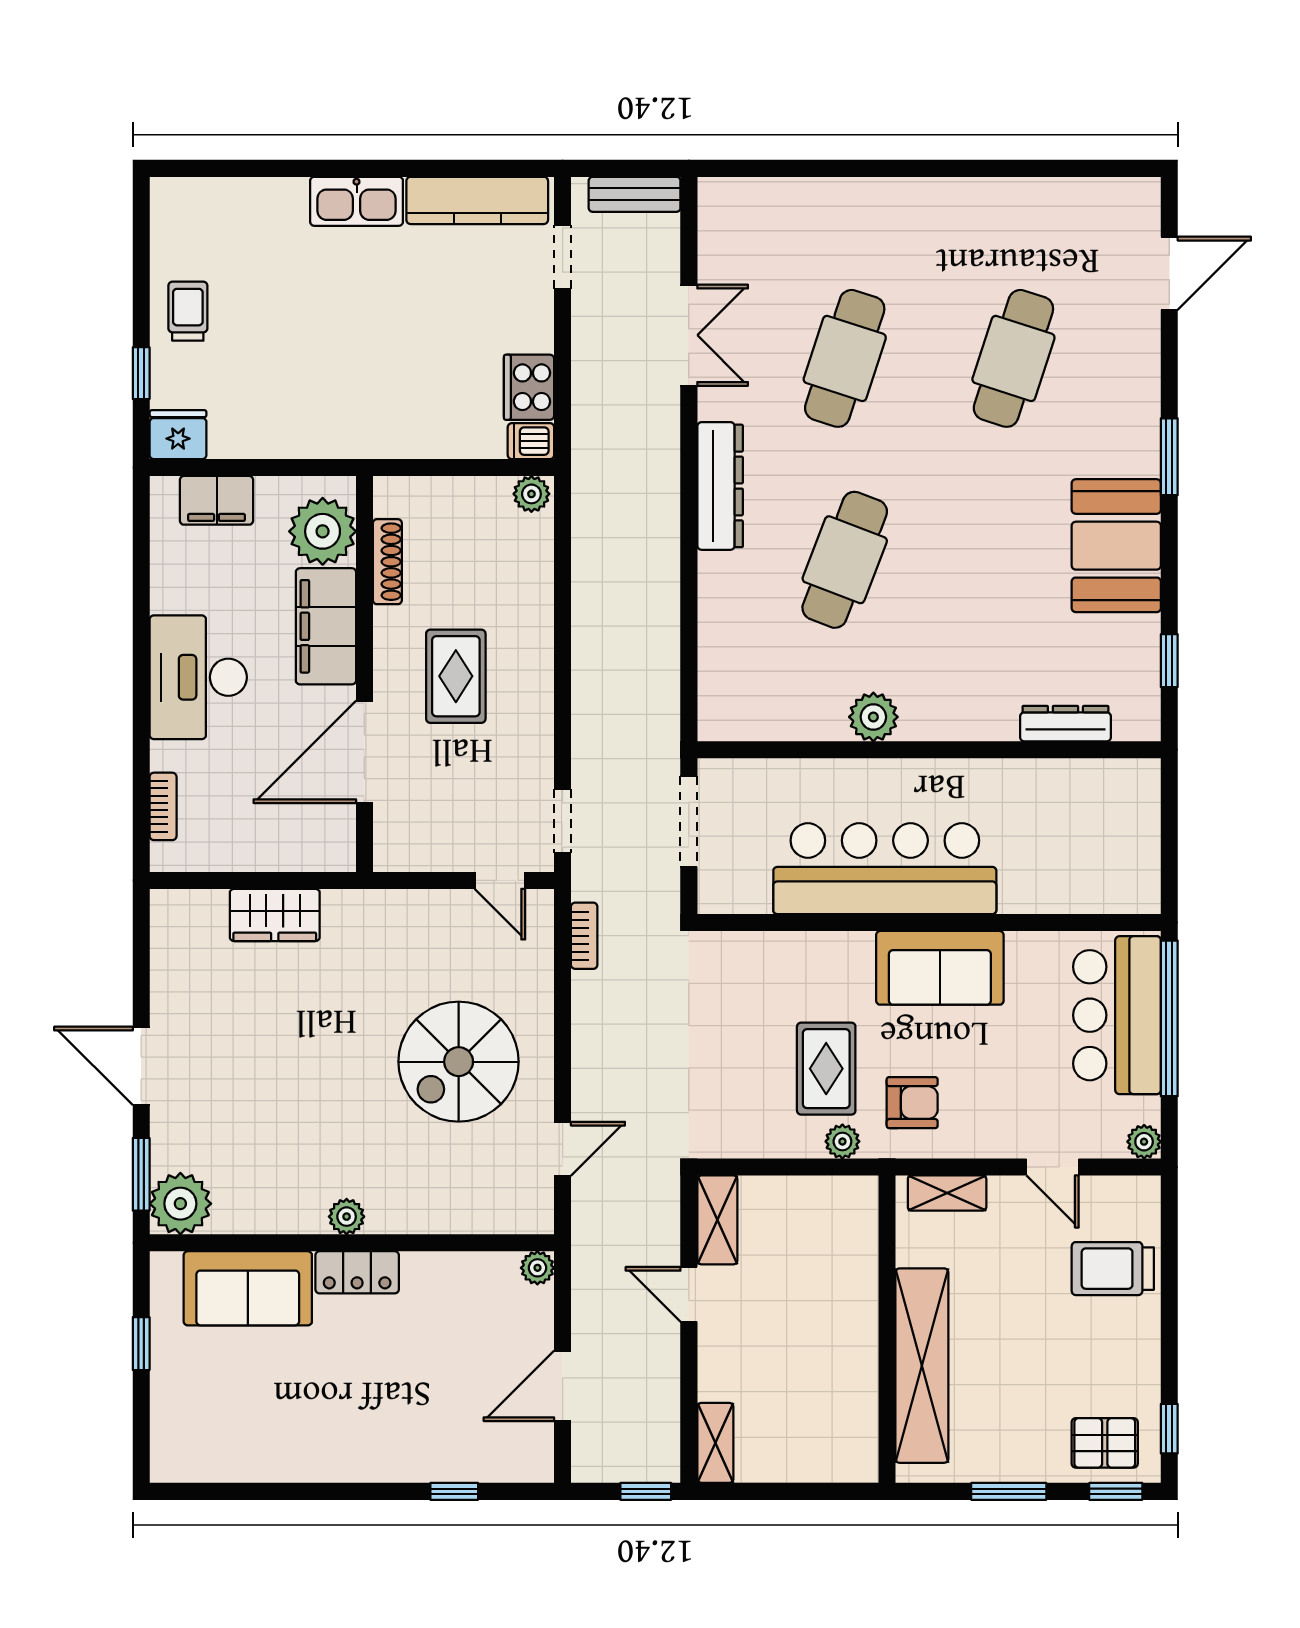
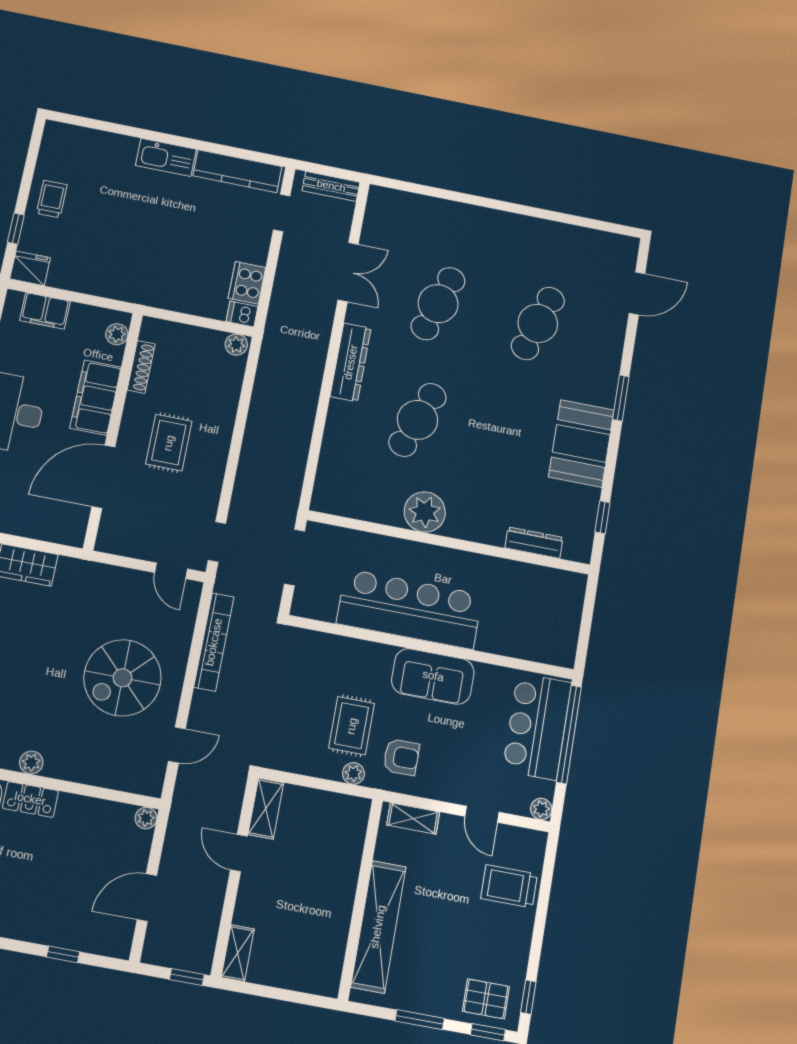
plant: (323, 531) -> (117, 334), width x0.53, depth x0.53
plant: (873, 717) -> (425, 512), width x1.36, depth x1.36
bookcase: (584, 936) -> (214, 642), width x2.31, depth x1.31

